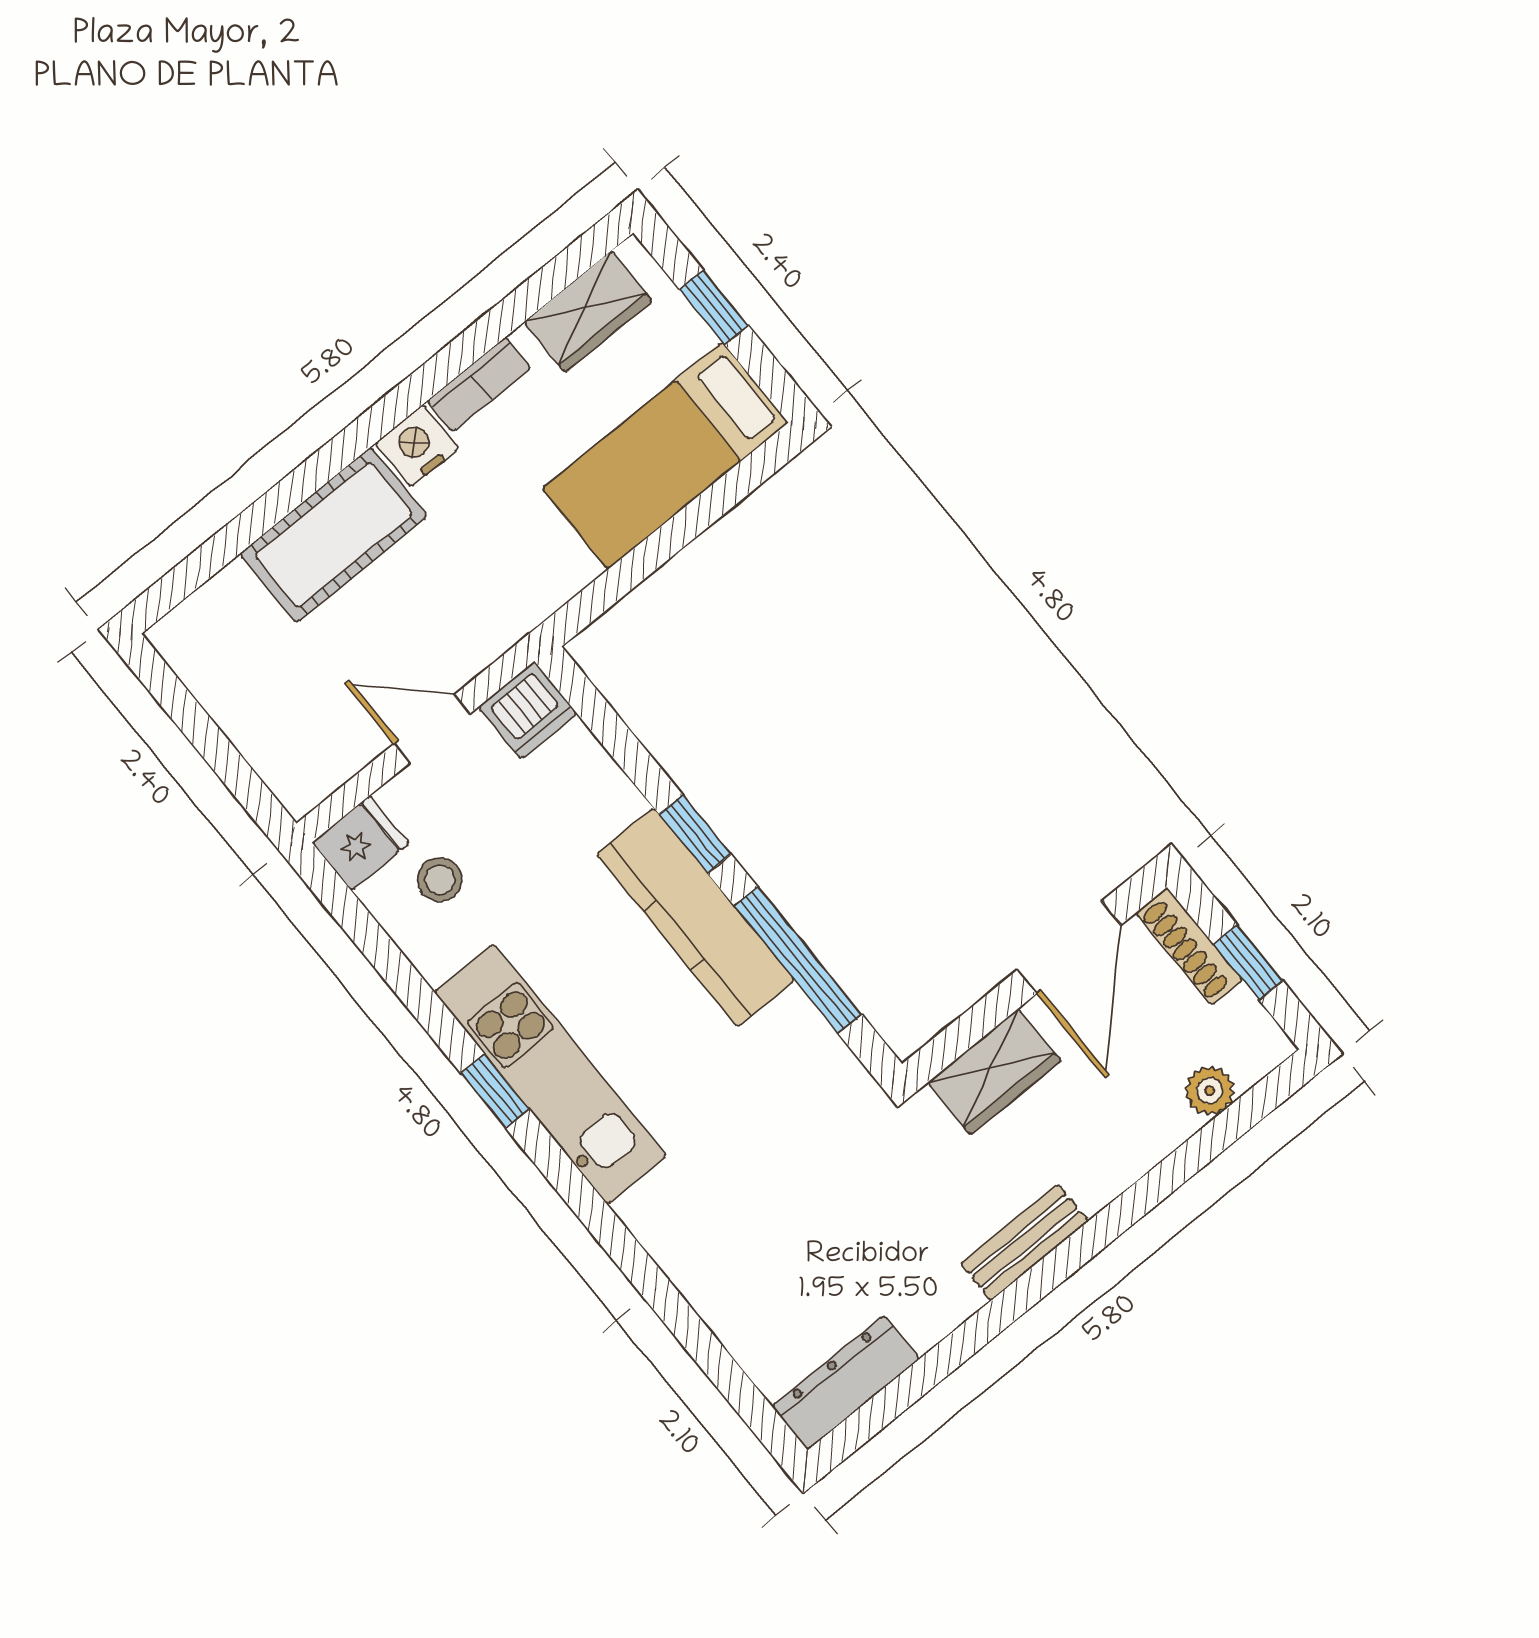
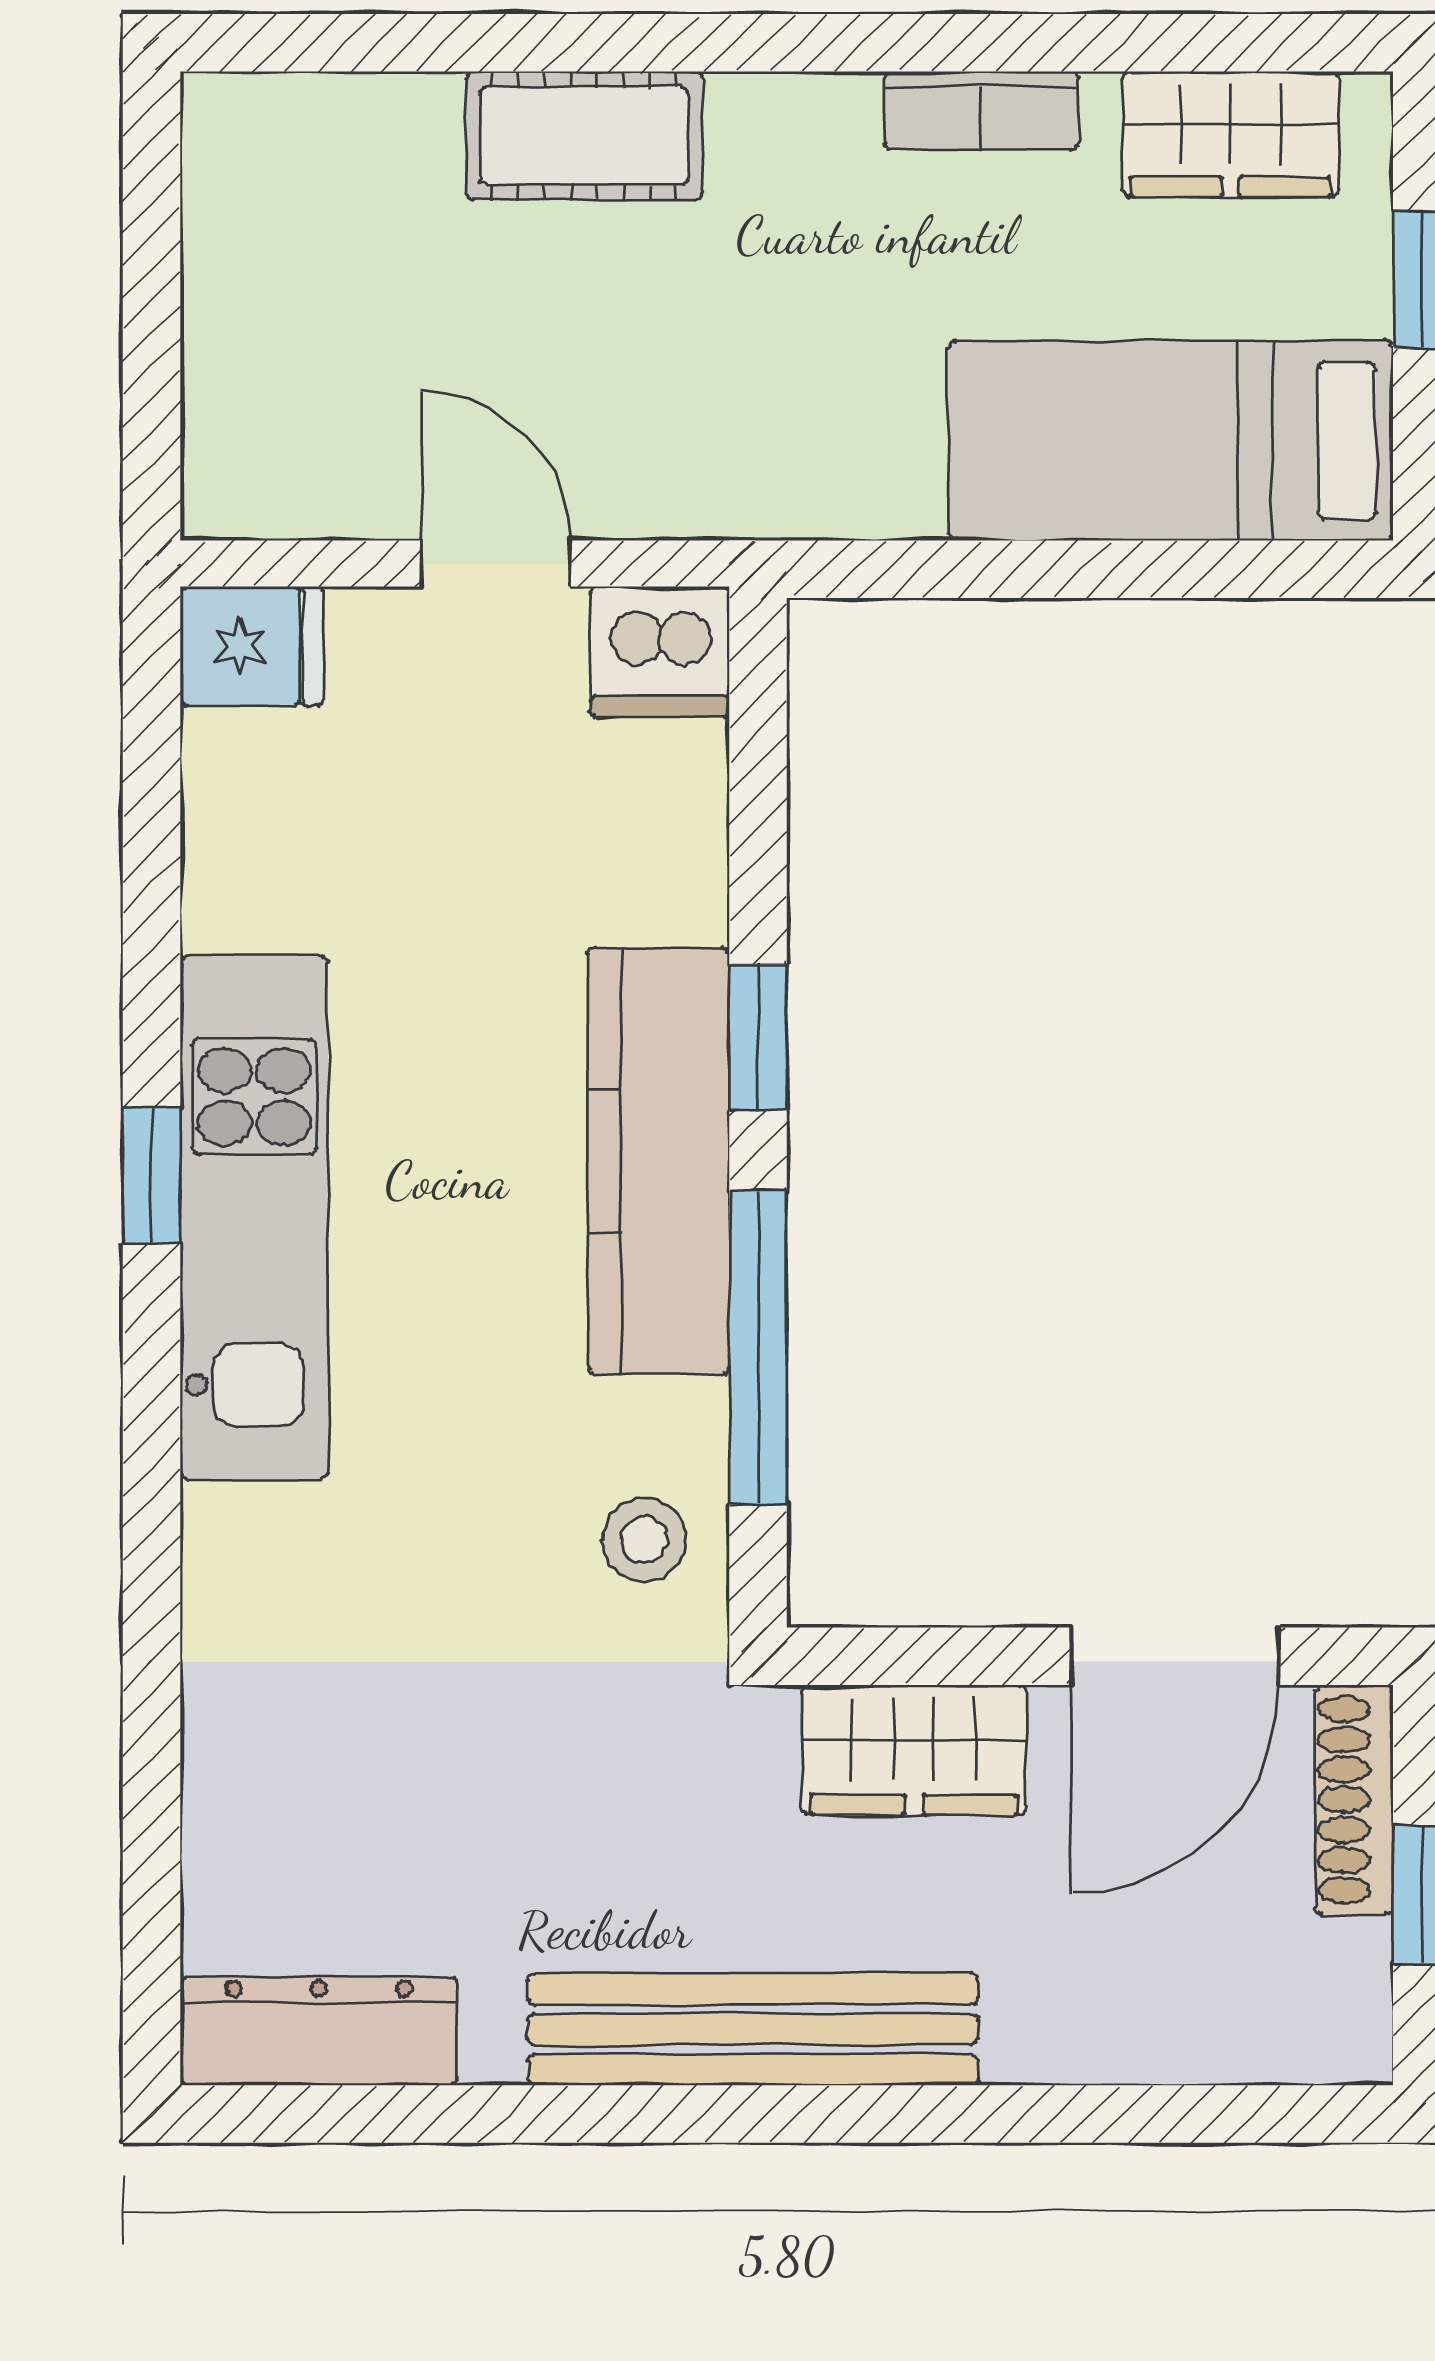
nightstand: (417, 446) -> (815, 126), removed
cot: (334, 535) -> (584, 136), width x0.73, depth x0.75
stool: (440, 879) -> (644, 1540), moved
plant: (1210, 1091) -> (1210, 2038), removed
bench: (1025, 1242) -> (753, 2029), width x1.86, depth x1.21

